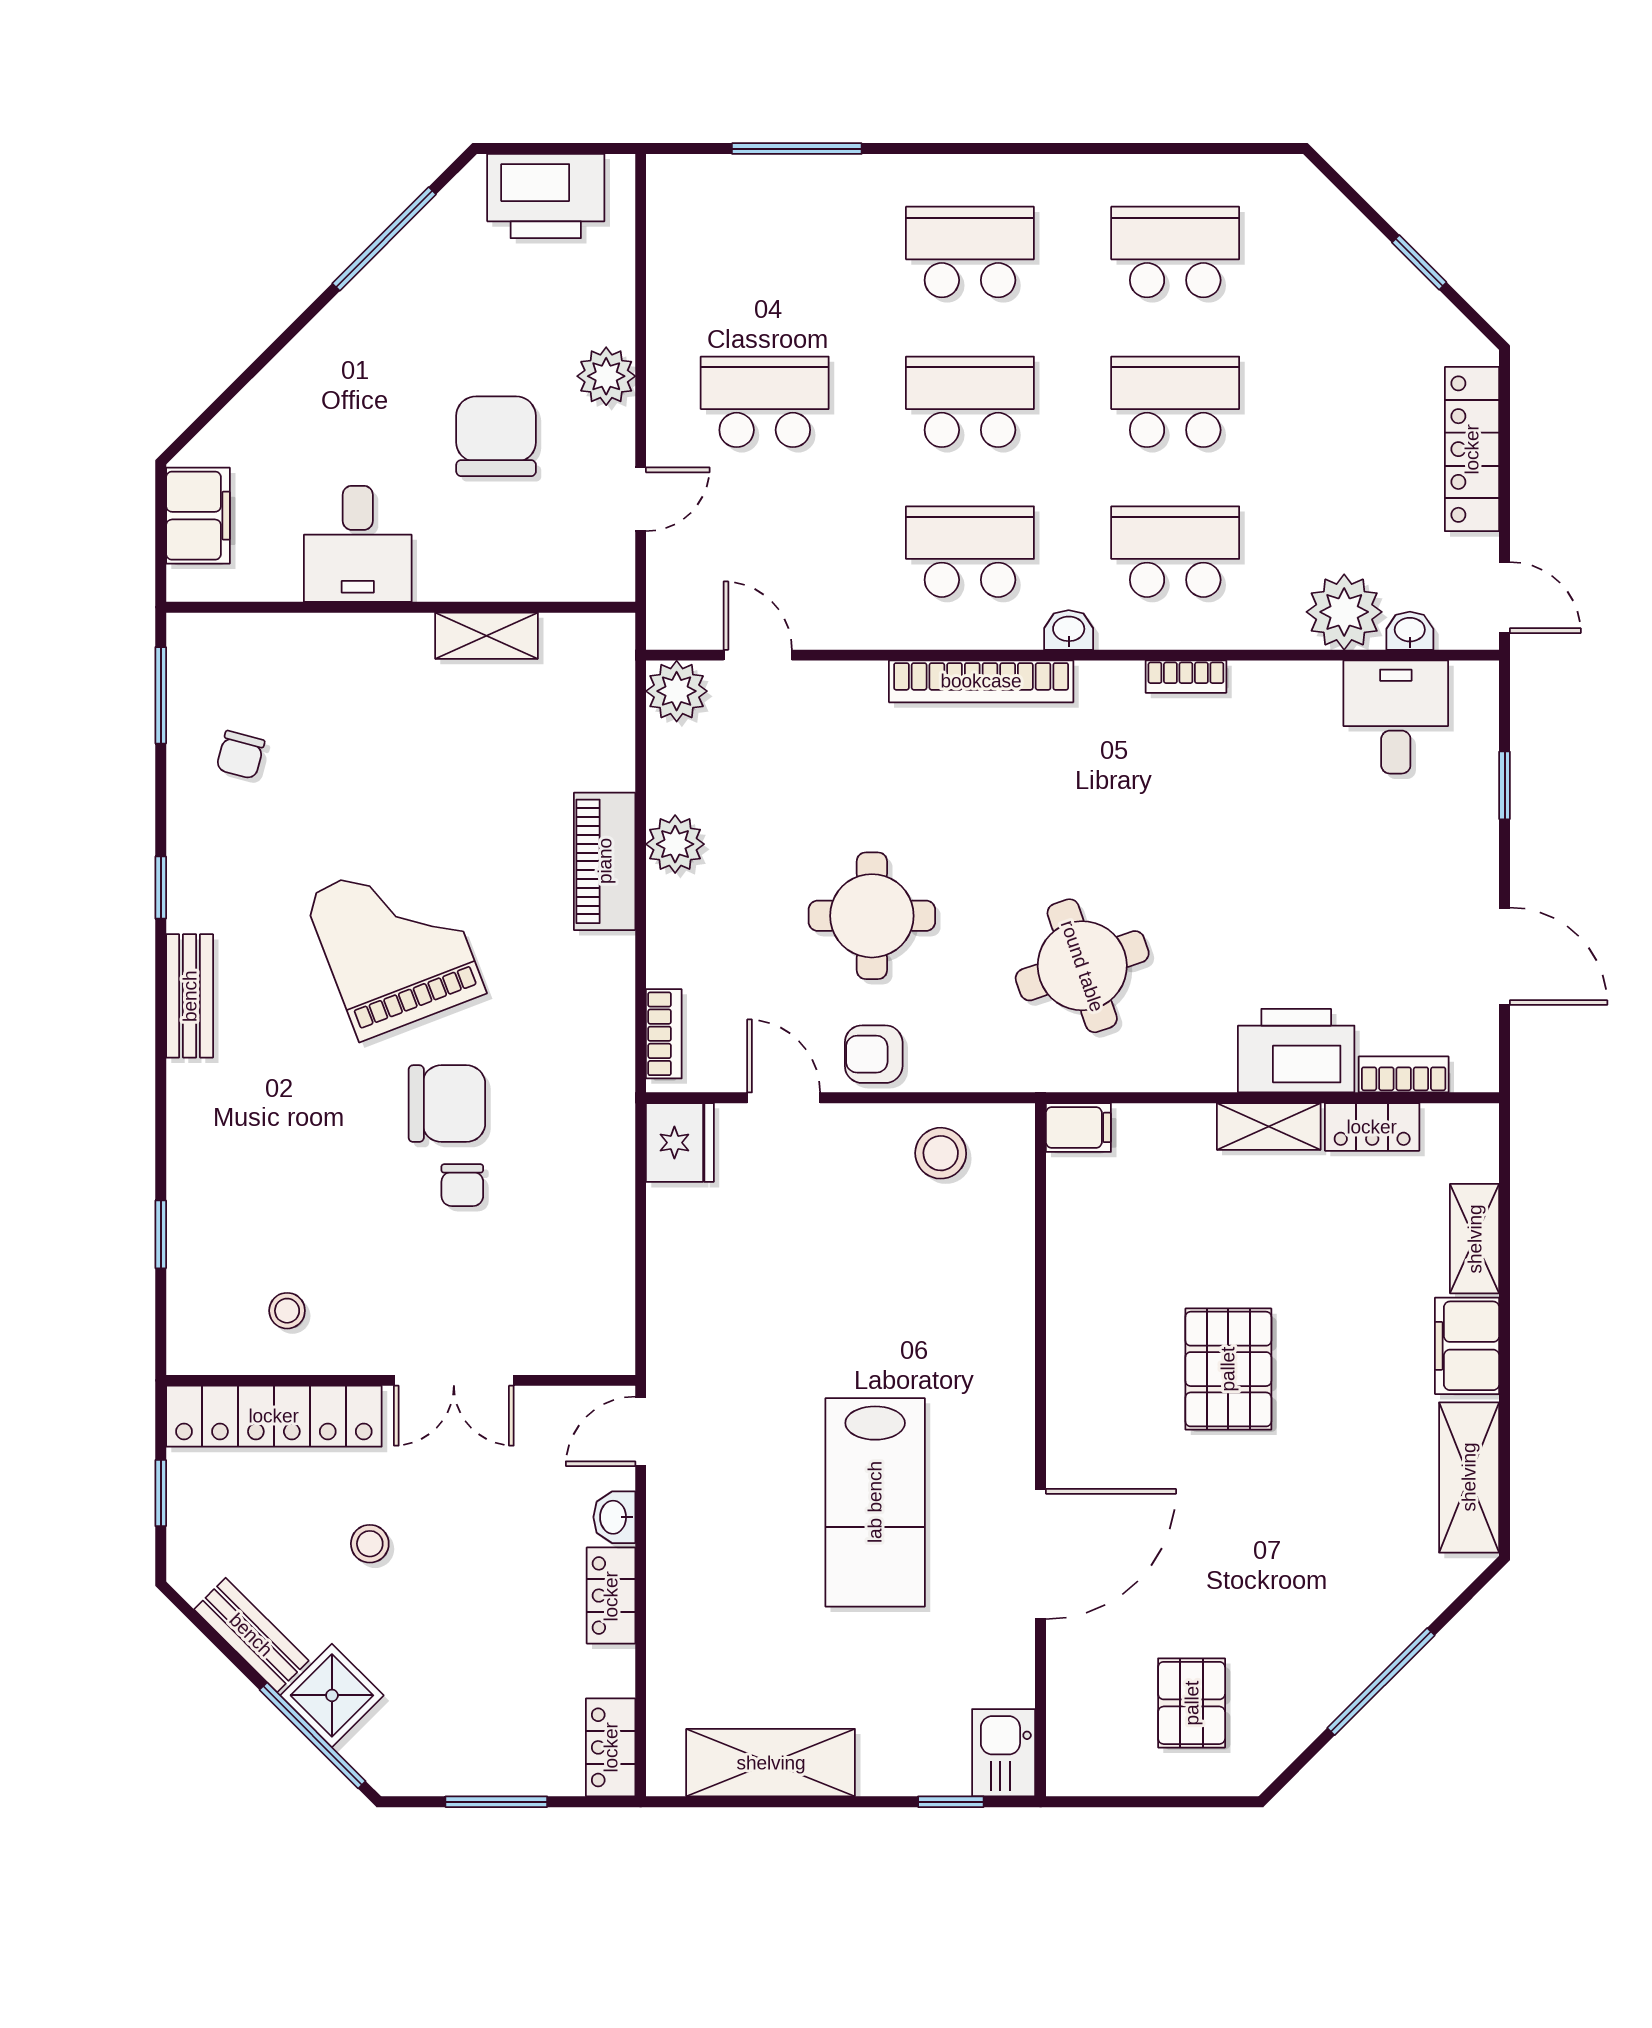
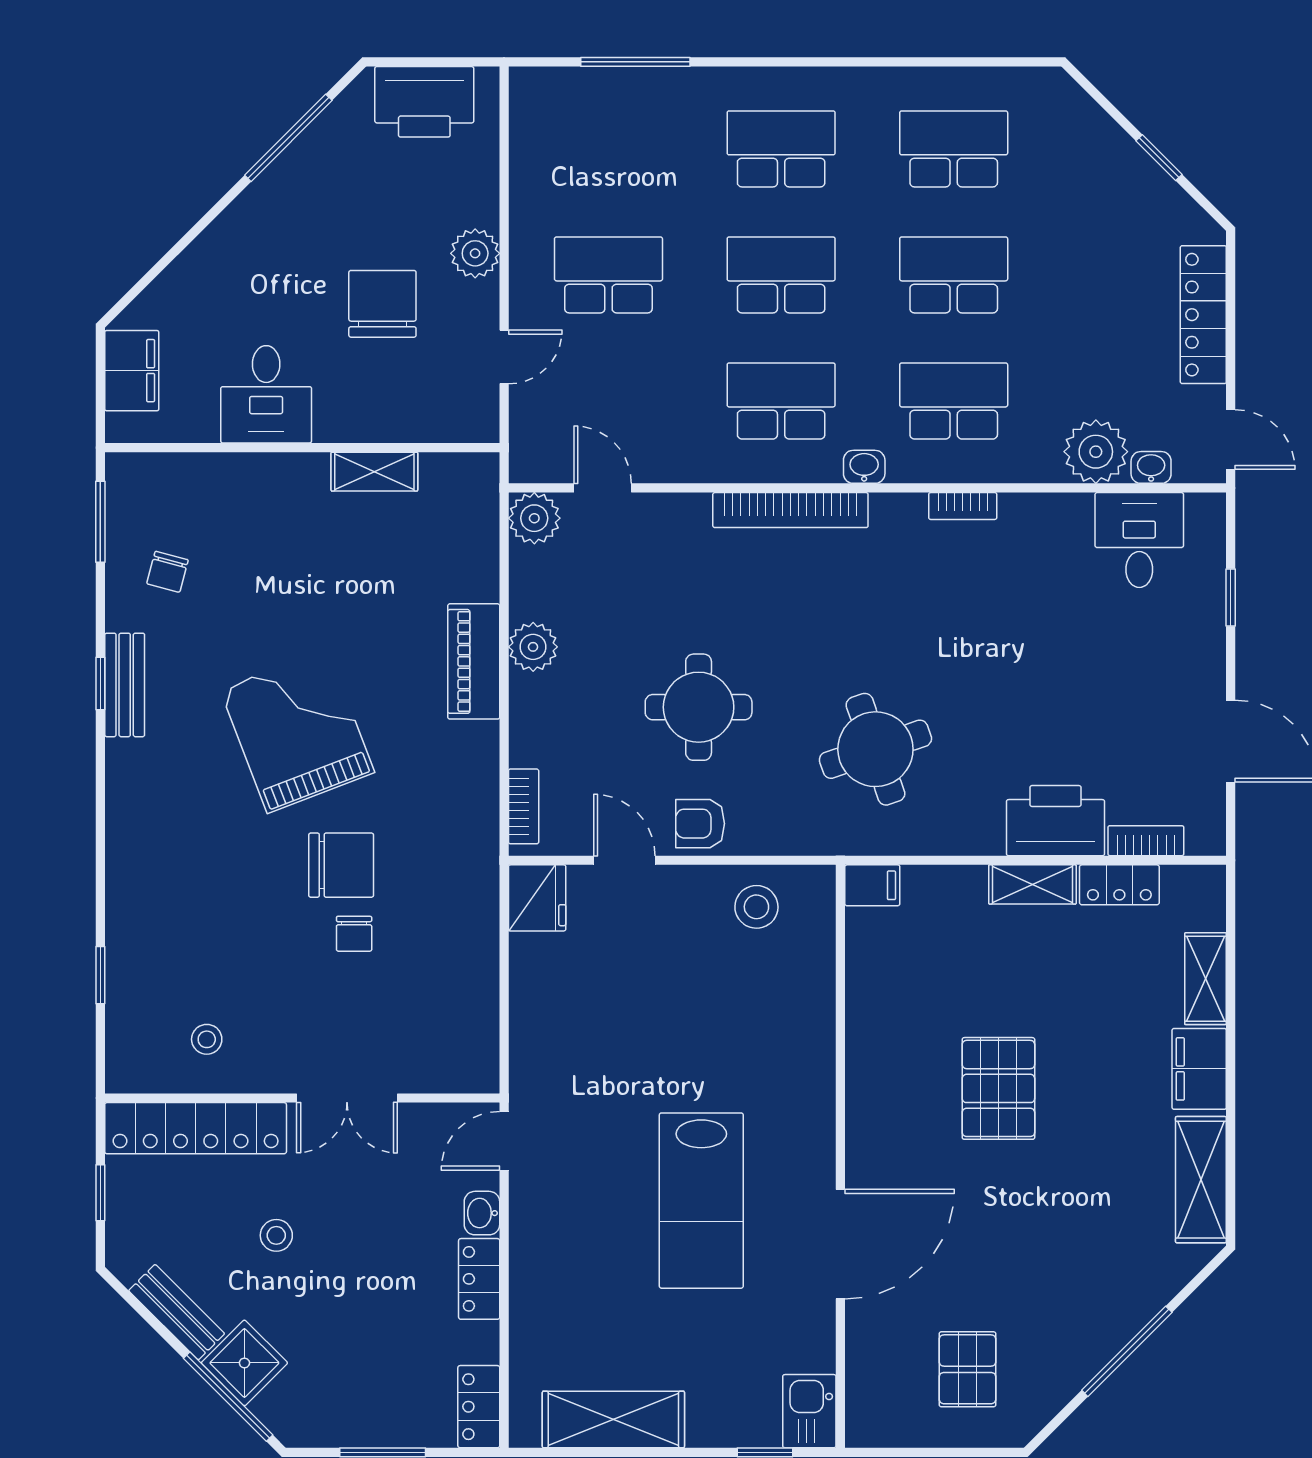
bench: (190, 996) -> (125, 685), moved

